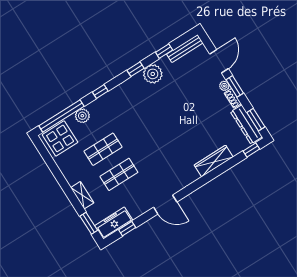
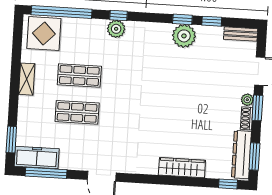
bench: (185, 49) -> (241, 34), width x0.73
window: (136, 69) -> (182, 19), moved
plant: (82, 116) -> (116, 29), moved
shelving: (82, 195) -> (27, 79), moved
window: (127, 229) -> (46, 173), width x2.17

